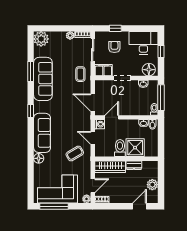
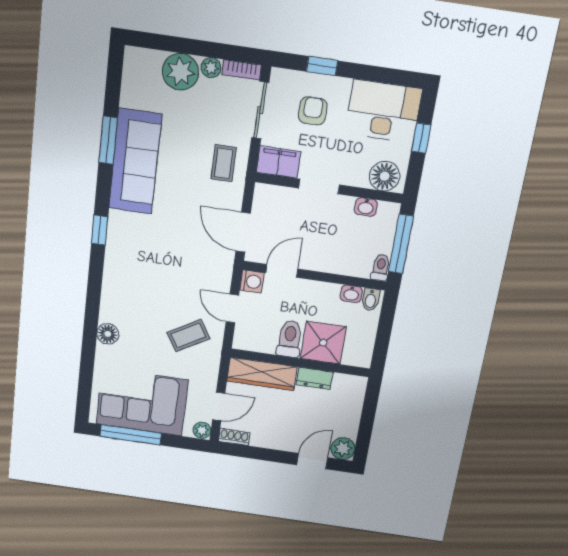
plant: (41, 39) -> (180, 72), moved
sofa: (42, 133) -> (121, 281), removed
plant: (152, 185) -> (343, 449), moved

